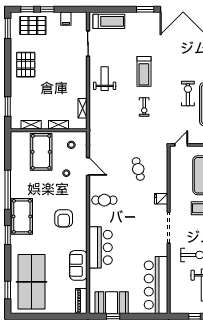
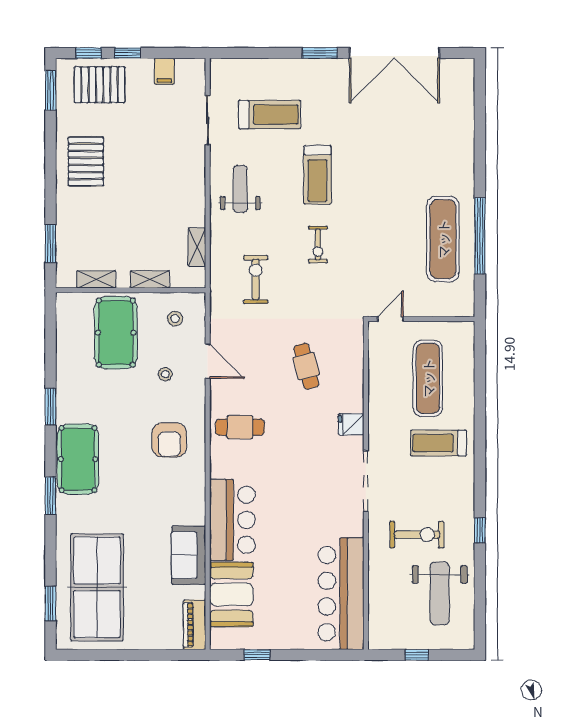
treadmill: (109, 21) -> (270, 115), moved
exercise bike: (188, 93) -> (256, 279), moved
window: (8, 190) -> (51, 407), width x0.47
armchair: (64, 218) -> (169, 440), moved
booth: (112, 303) -> (231, 594), moved, turned 90

